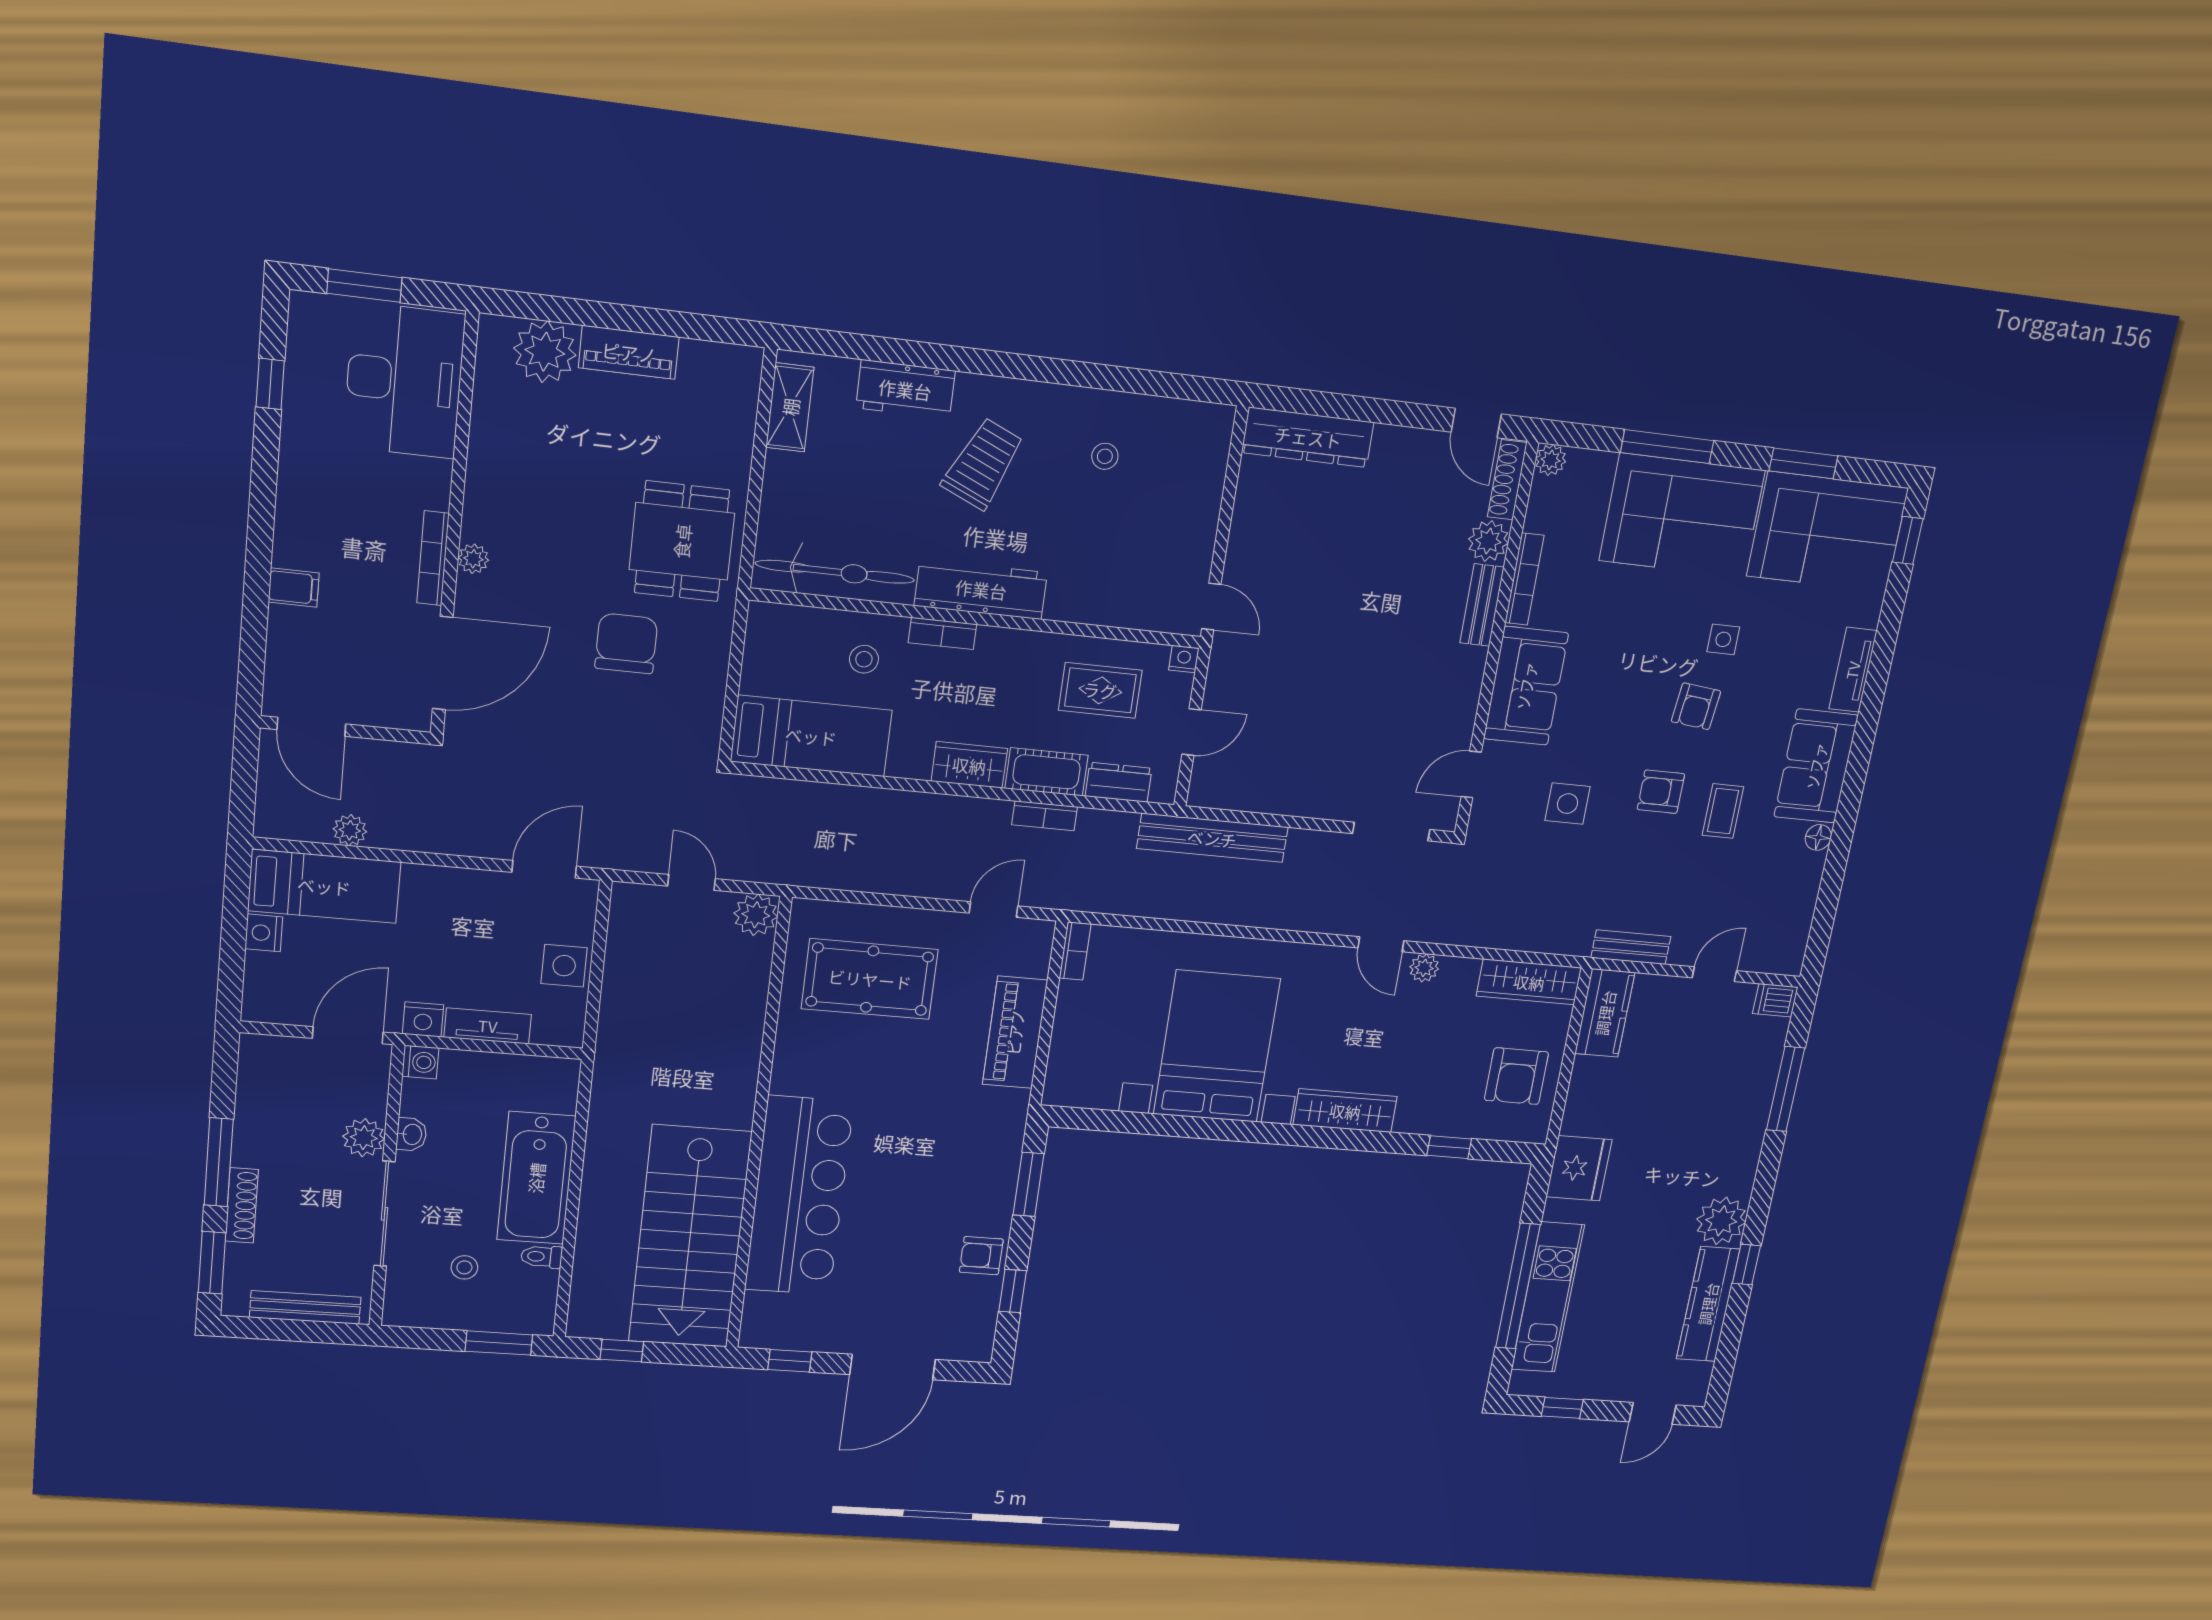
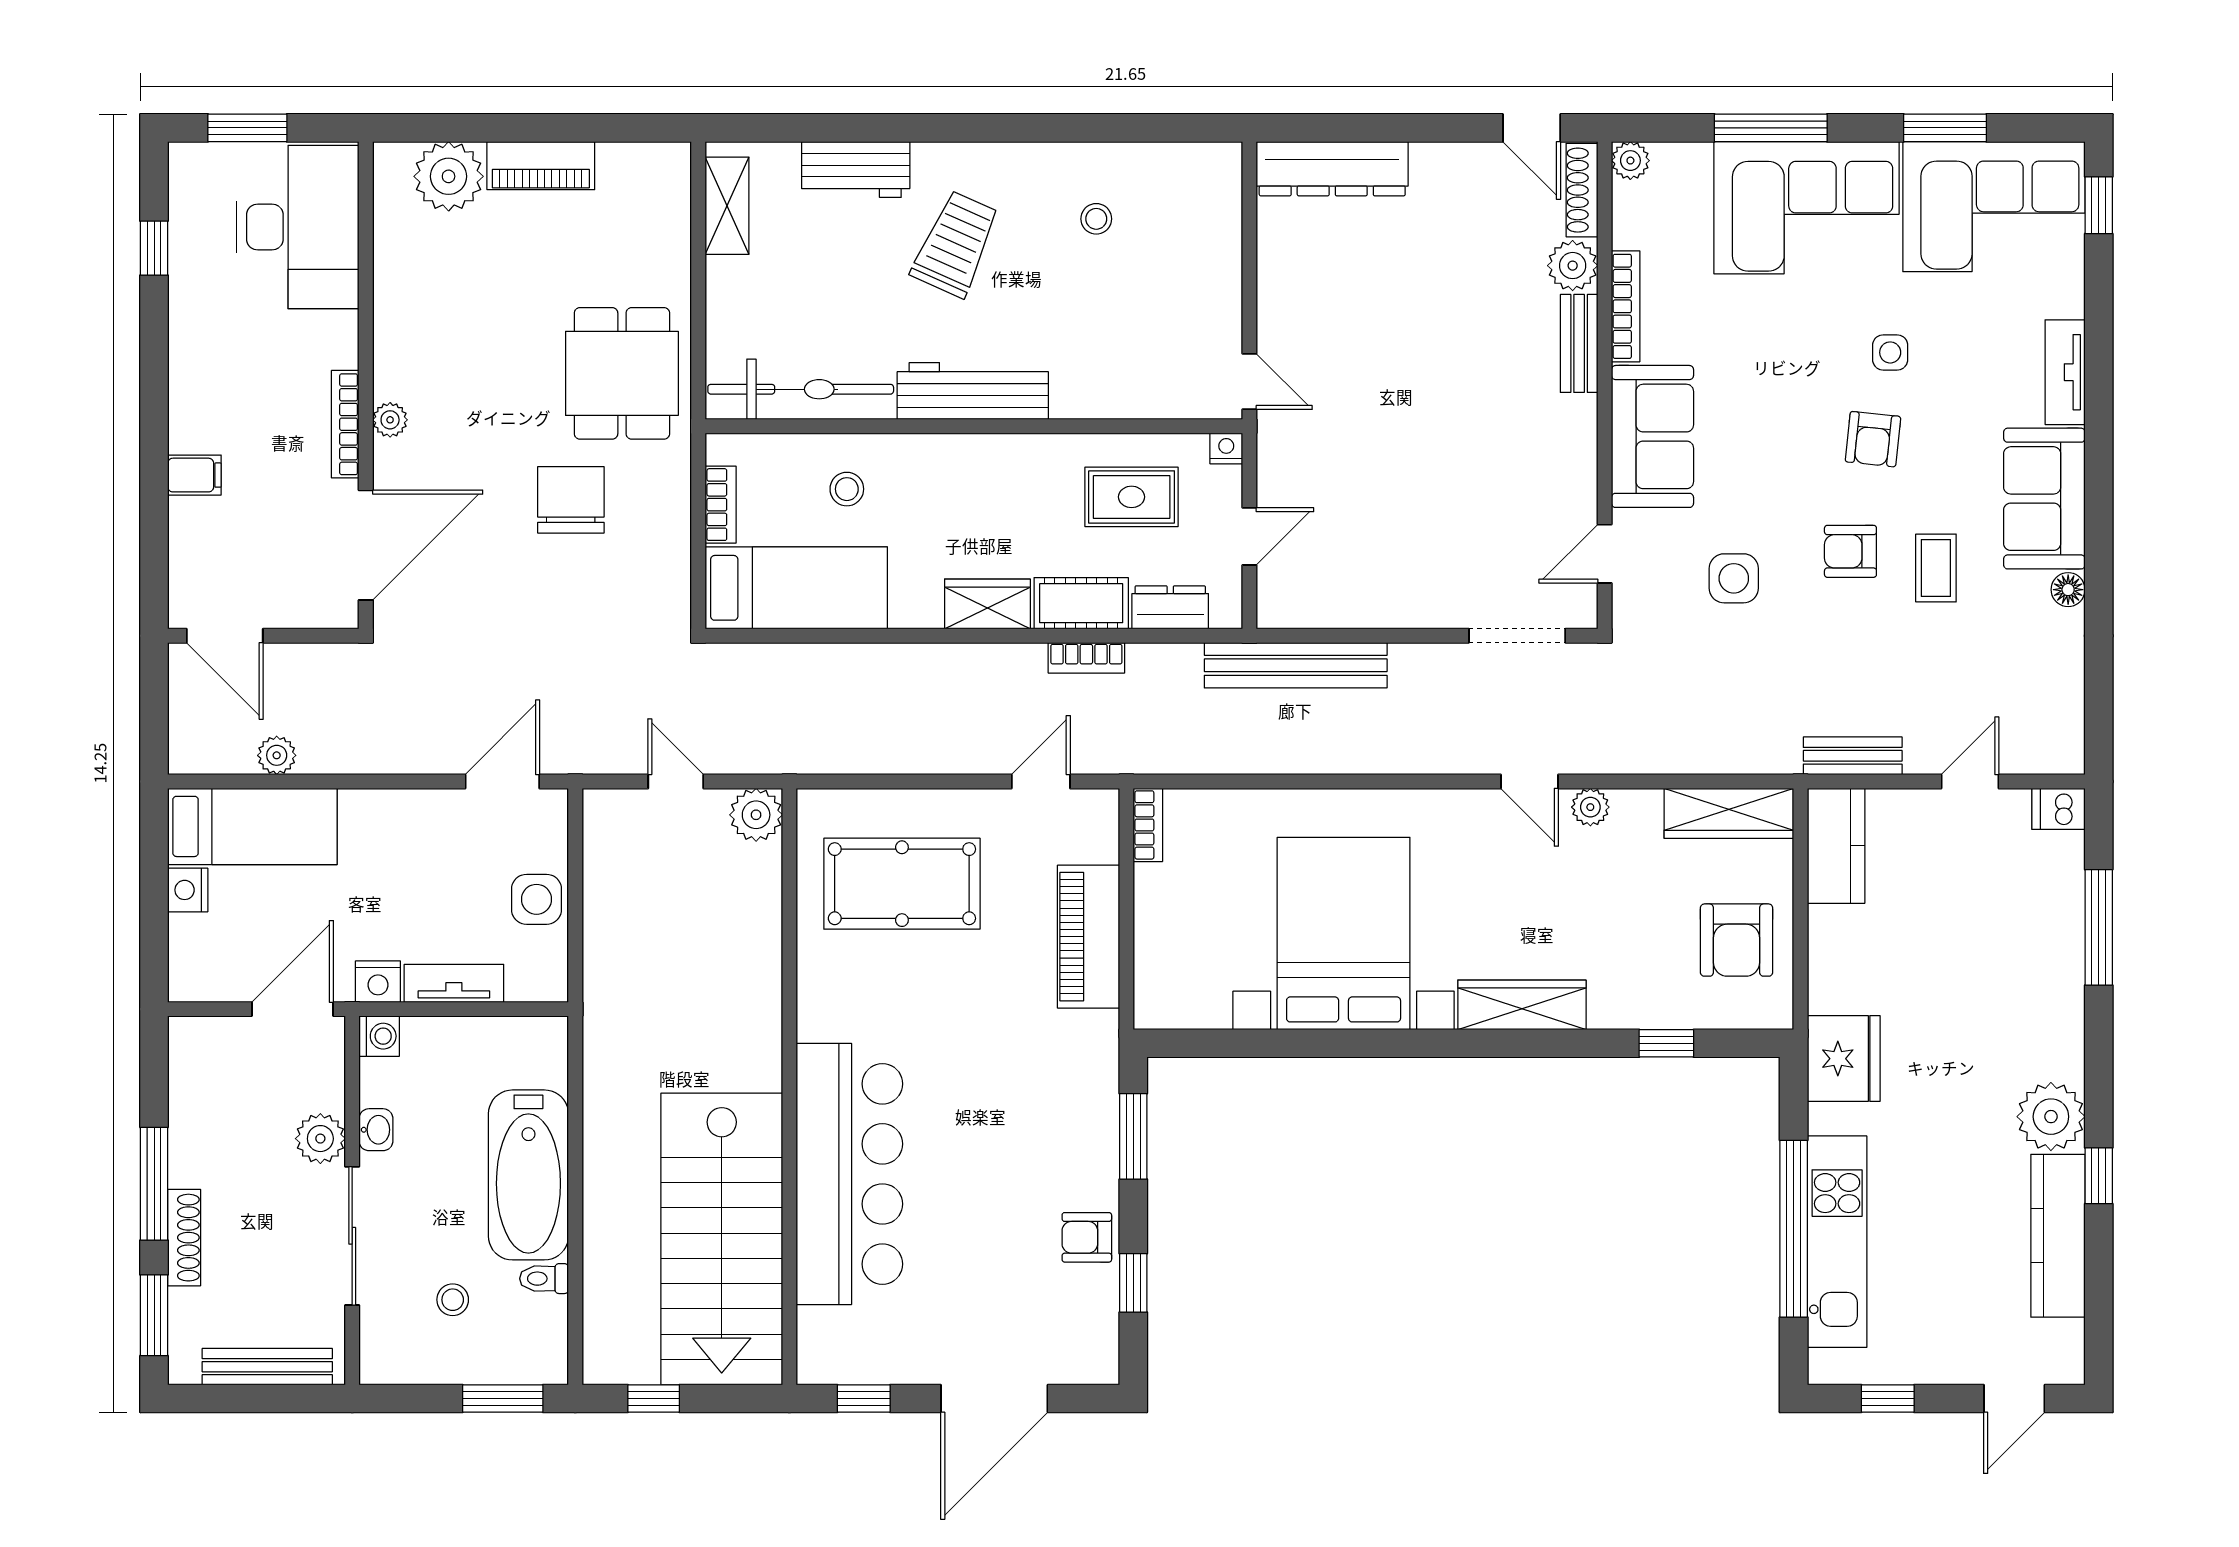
bookcase: (942, 633) -> (721, 505), moved, turned -90

